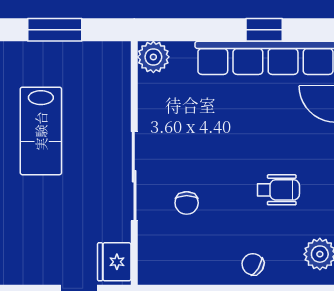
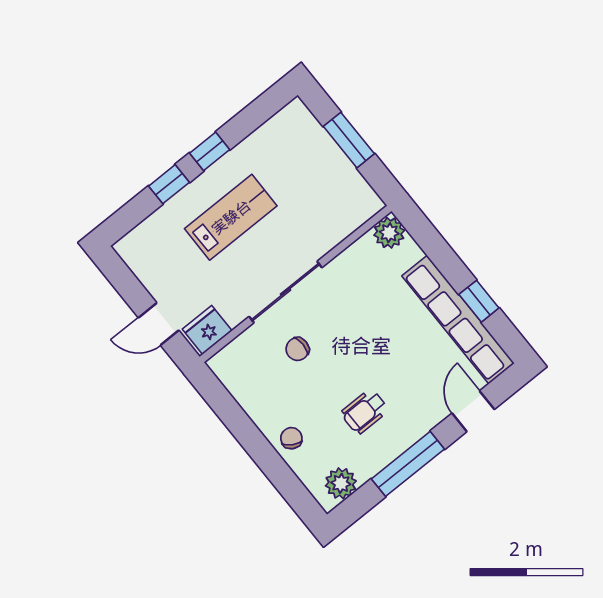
lab bench: (41, 131) -> (231, 217), moved, turned 180
wheelchair: (278, 190) -> (365, 412), turned 90

